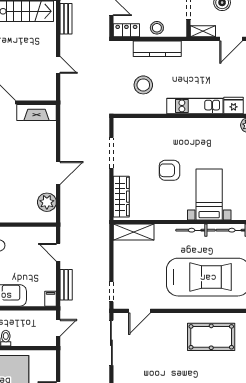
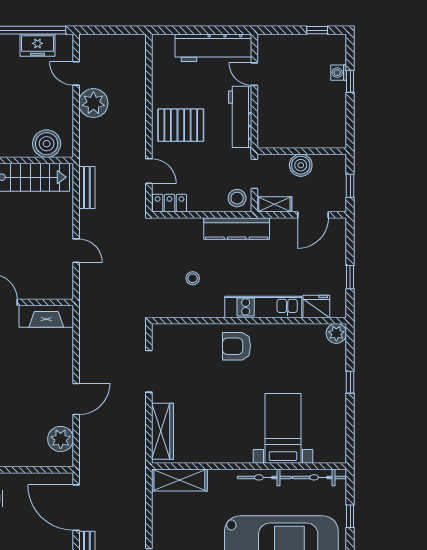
stool: (157, 28) -> (237, 198), moved
kitchen counter: (157, 49) -> (237, 229), moved
stool: (143, 85) -> (193, 278), width x0.53, depth x0.53
armchair: (169, 170) -> (237, 346), moved
door: (58, 252) -> (76, 508), width x1.87

